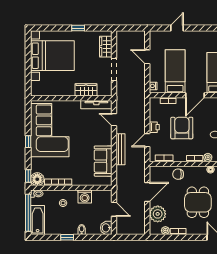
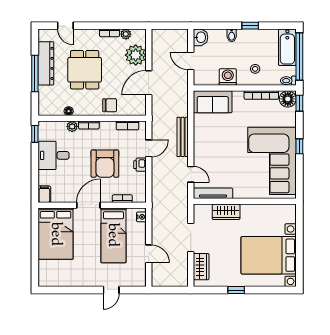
sofa: (103, 161) -> (213, 102), moved, turned 90

